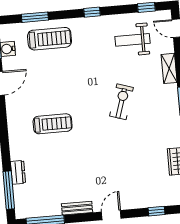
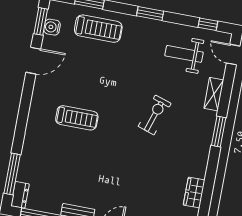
window: (92, 12) -> (150, 13), width x1.50
dresser: (18, 172) -> (20, 195), moved

